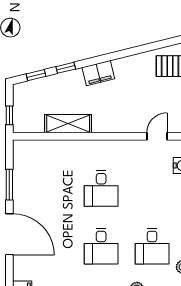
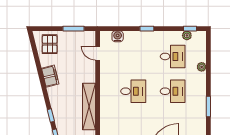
filing cabinet: (98, 73) -> (50, 76), moved
shelving: (68, 124) -> (89, 106), width x1.47

